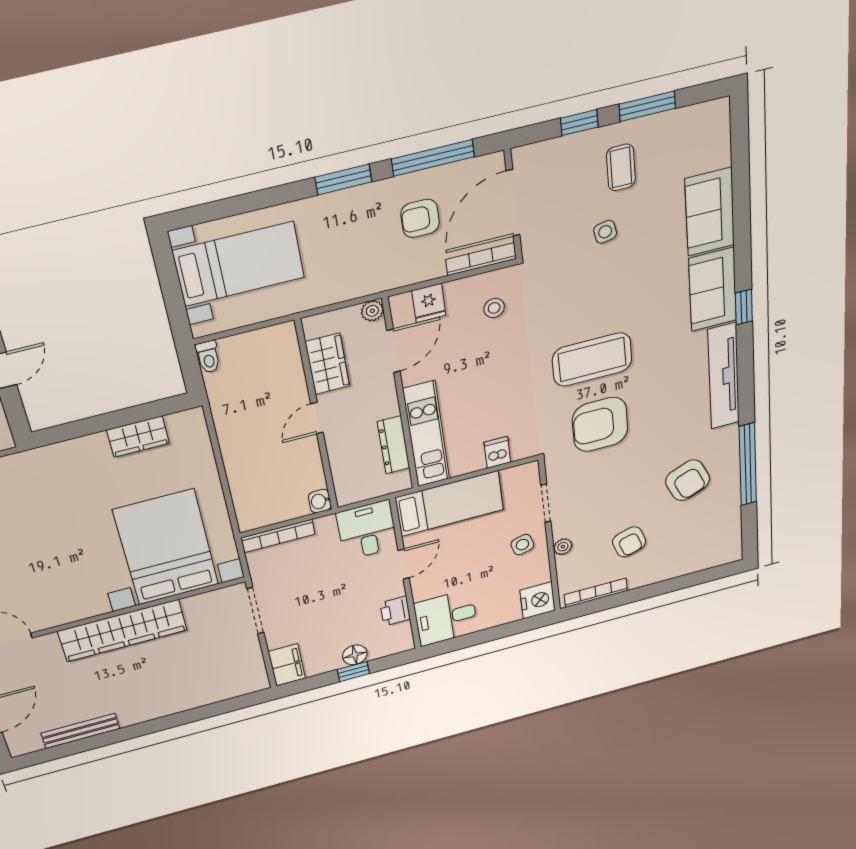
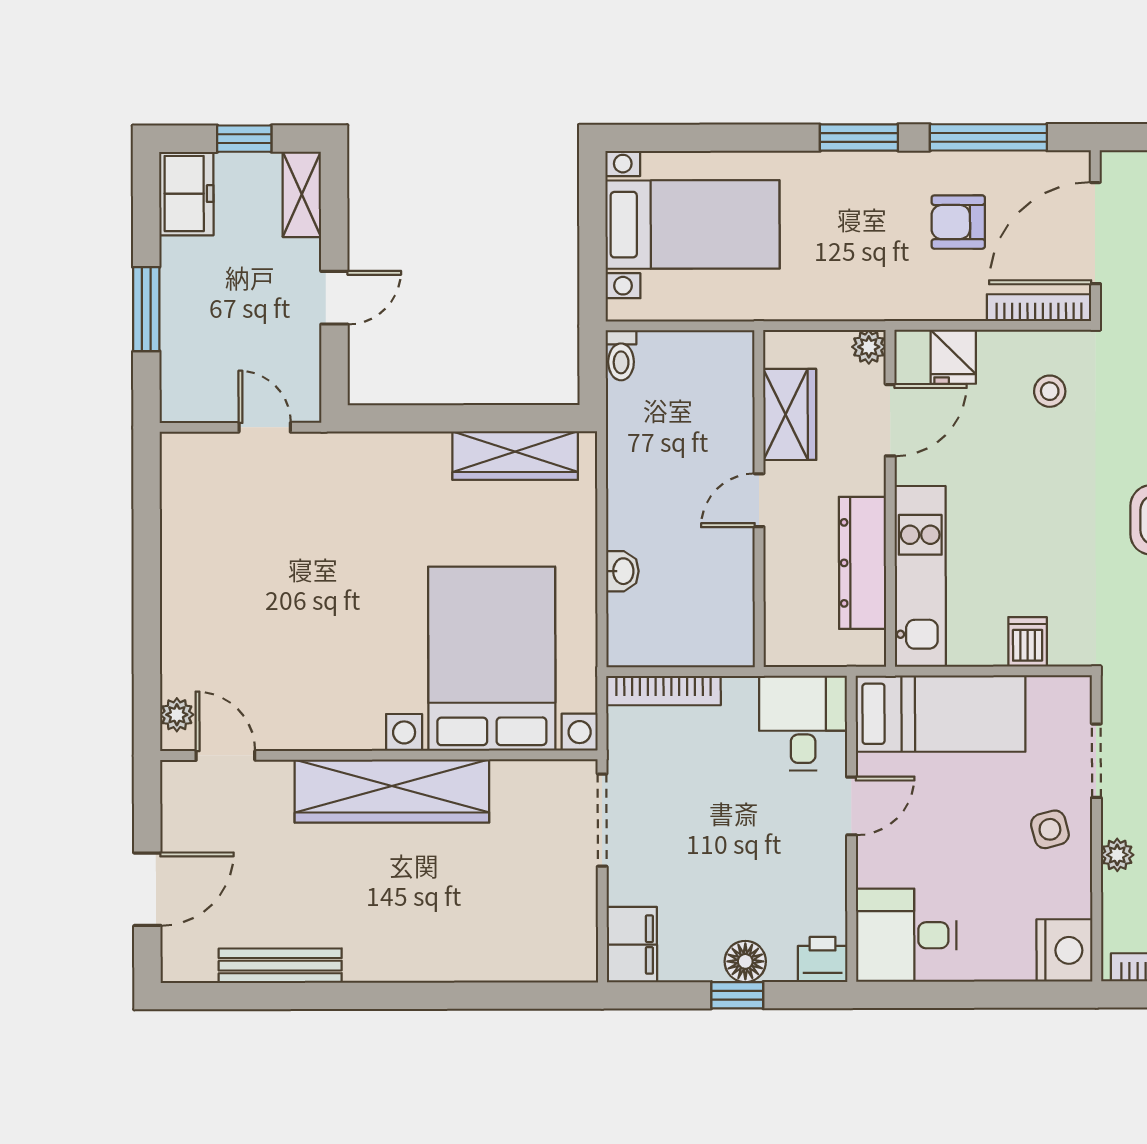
wardrobe: (138, 437) -> (515, 456), width x1.50
dresser: (394, 445) -> (862, 563), width x1.37, depth x1.24
washbasin: (320, 501) -> (622, 571), moved, turned 180
printer: (395, 611) -> (823, 959), moved, turned 90

